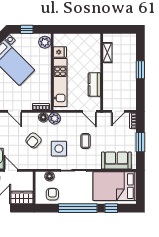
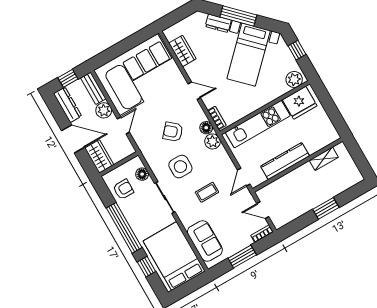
fridge: (60, 52) -> (300, 103), width x1.88, depth x1.34
kitchen counter: (94, 85) -> (285, 161), width x1.50
door: (15, 111) -> (194, 91), swing flipped

